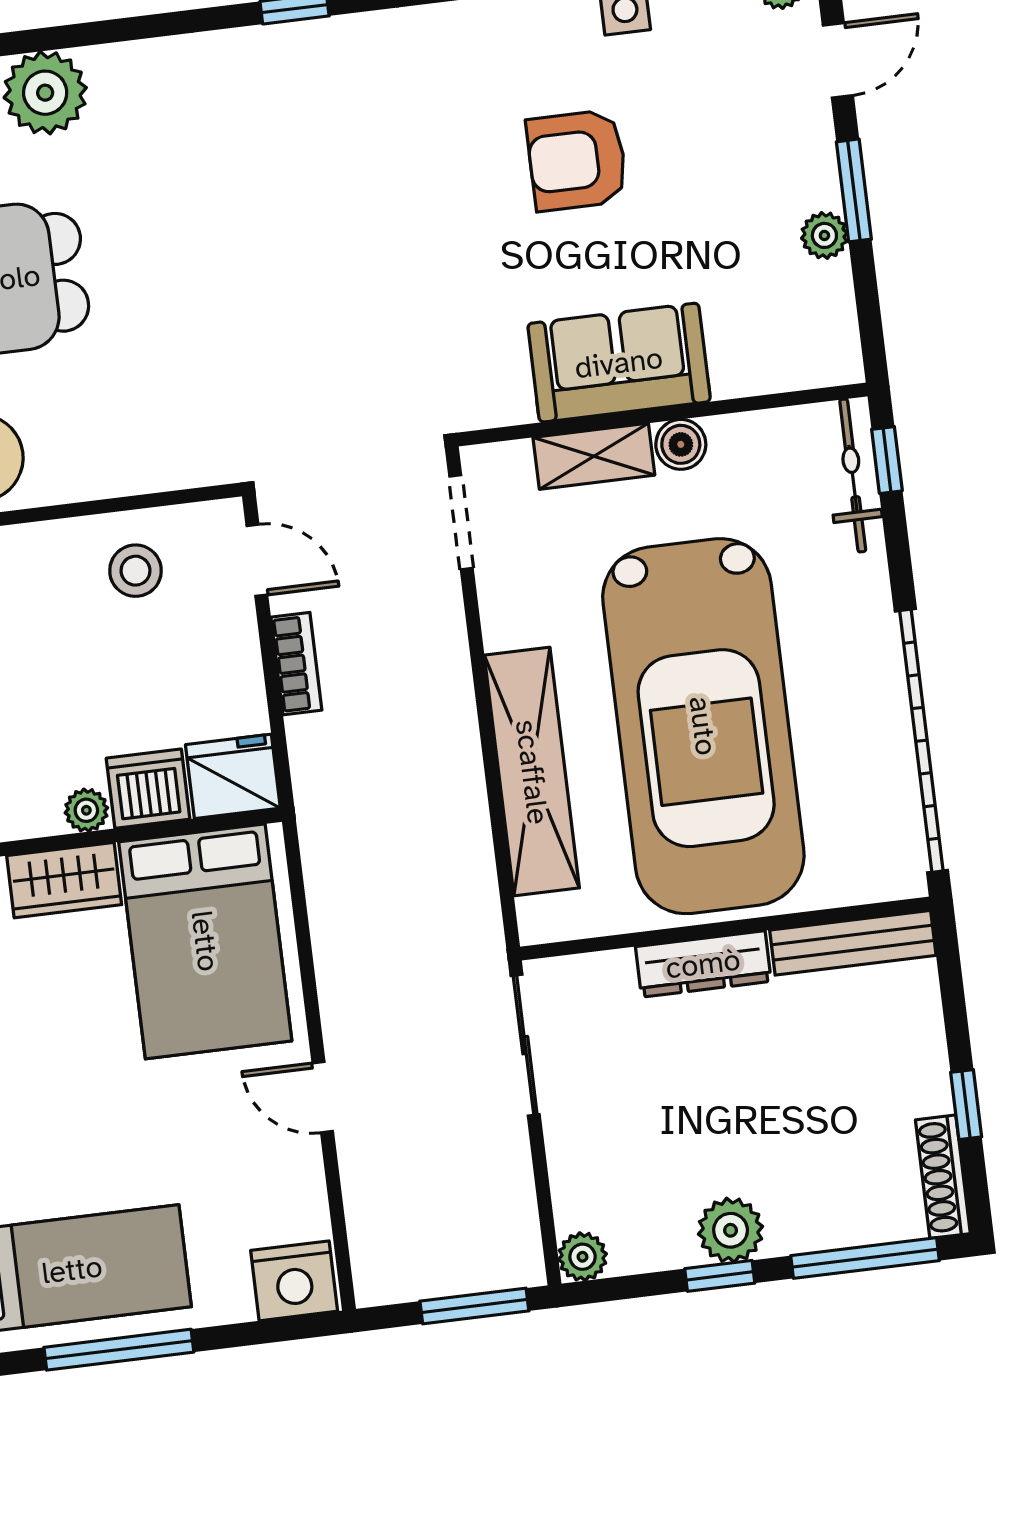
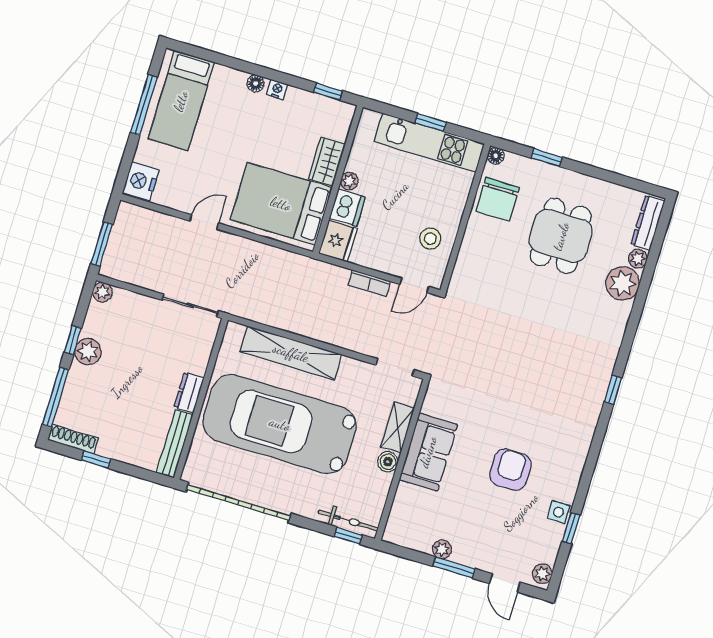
dresser: (703, 964) -> (189, 393), width x0.70

